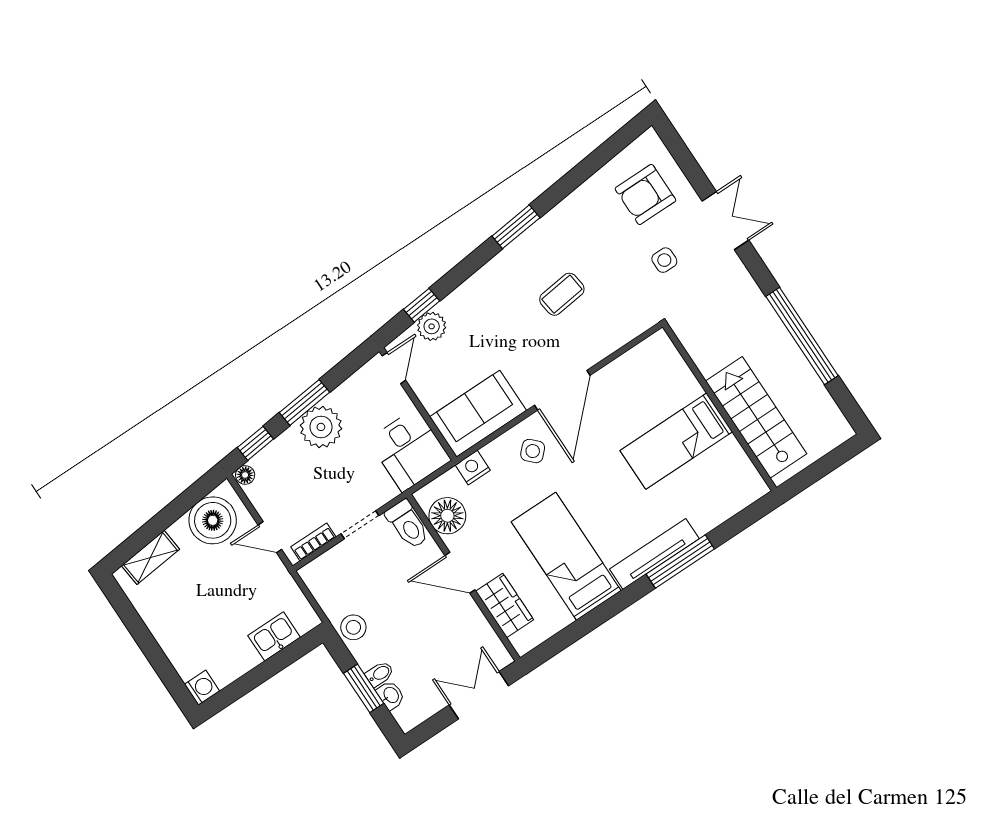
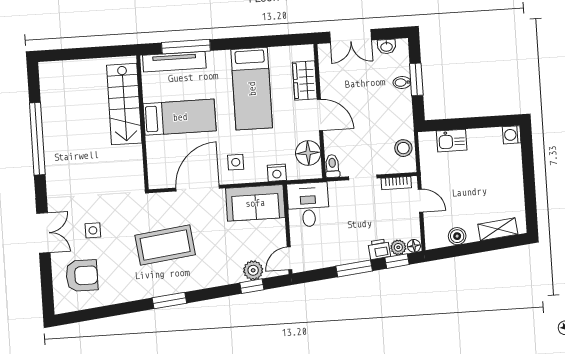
double door: (725, 221) -> (43, 233), swing flipped
coffee table: (562, 294) -> (165, 245), width x1.86, depth x1.72
wall: (720, 407) -> (142, 122), moved
stairs: (756, 417) -> (124, 104), moved
plant: (321, 427) -> (398, 247), moved, width x0.53, depth x0.53
bed: (676, 441) -> (180, 117), moved
printer: (287, 445) -> (379, 249), added
side table: (533, 451) -> (236, 162), turned 45
boiler: (213, 520) -> (457, 236), width x0.54, depth x0.54
toilet: (407, 524) -> (332, 166), width x0.73, depth x0.72
tv unit: (654, 554) -> (174, 62), moved
stool: (353, 627) -> (403, 148), moved
washbasin: (391, 695) -> (387, 47), moved, turned -90

